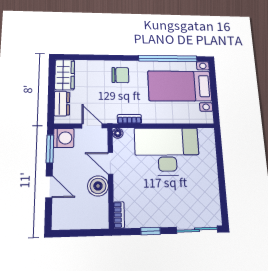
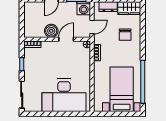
chair: (120, 75) -> (125, 35), moved
desk: (167, 151) -> (64, 95), moved, turned 90

